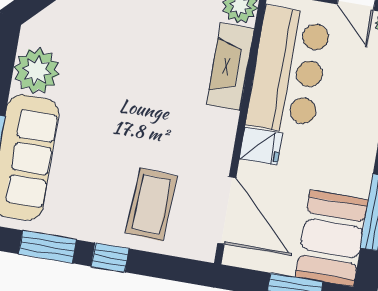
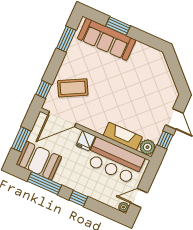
plant: (37, 71) -> (142, 54), removed
coffee table: (151, 204) -> (73, 88), turned -31
window: (110, 257) -> (44, 89), moved

